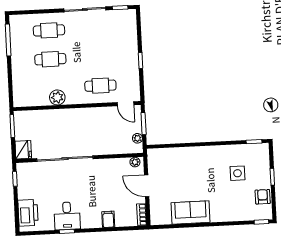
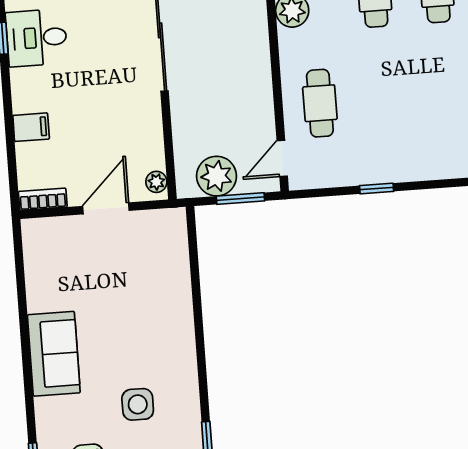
plant: (137, 138) -> (217, 176), width x1.87, depth x1.87
sofa: (191, 212) -> (54, 354), moved

